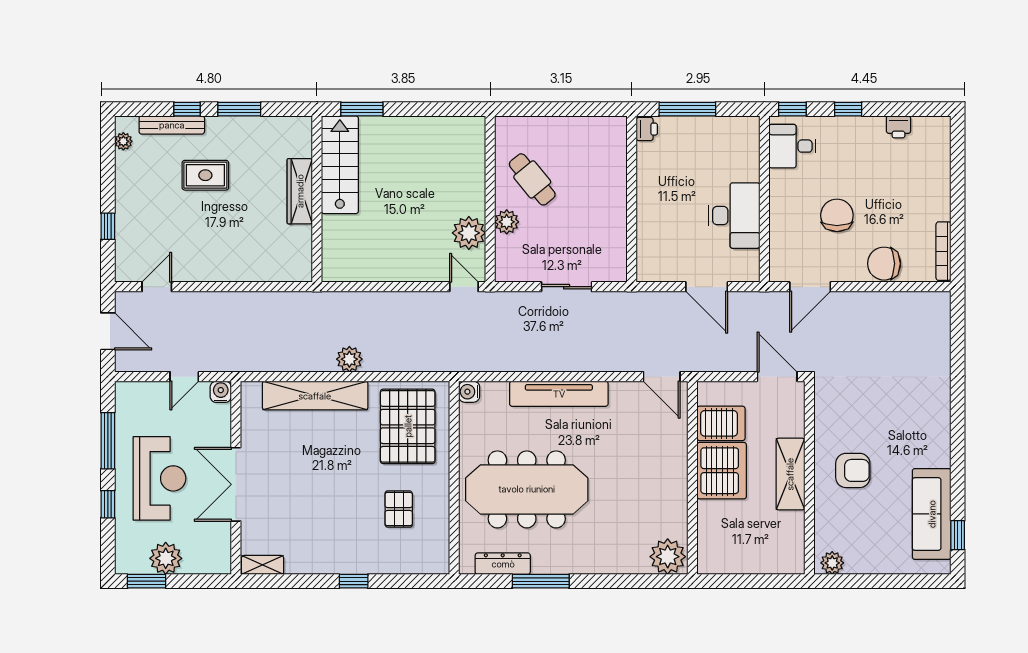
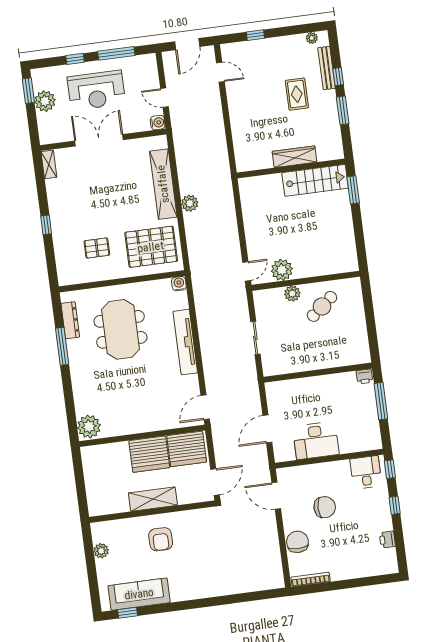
server rack: (721, 423) -> (187, 449), width x1.60
meeting table: (527, 489) -> (120, 329), width x0.73
plant: (832, 563) -> (101, 551), moved

